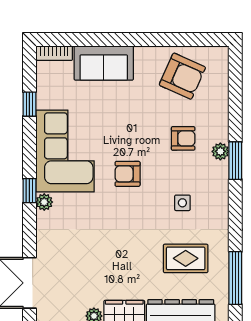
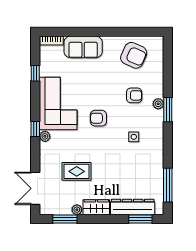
rug: (186, 258) -> (77, 171), moved

